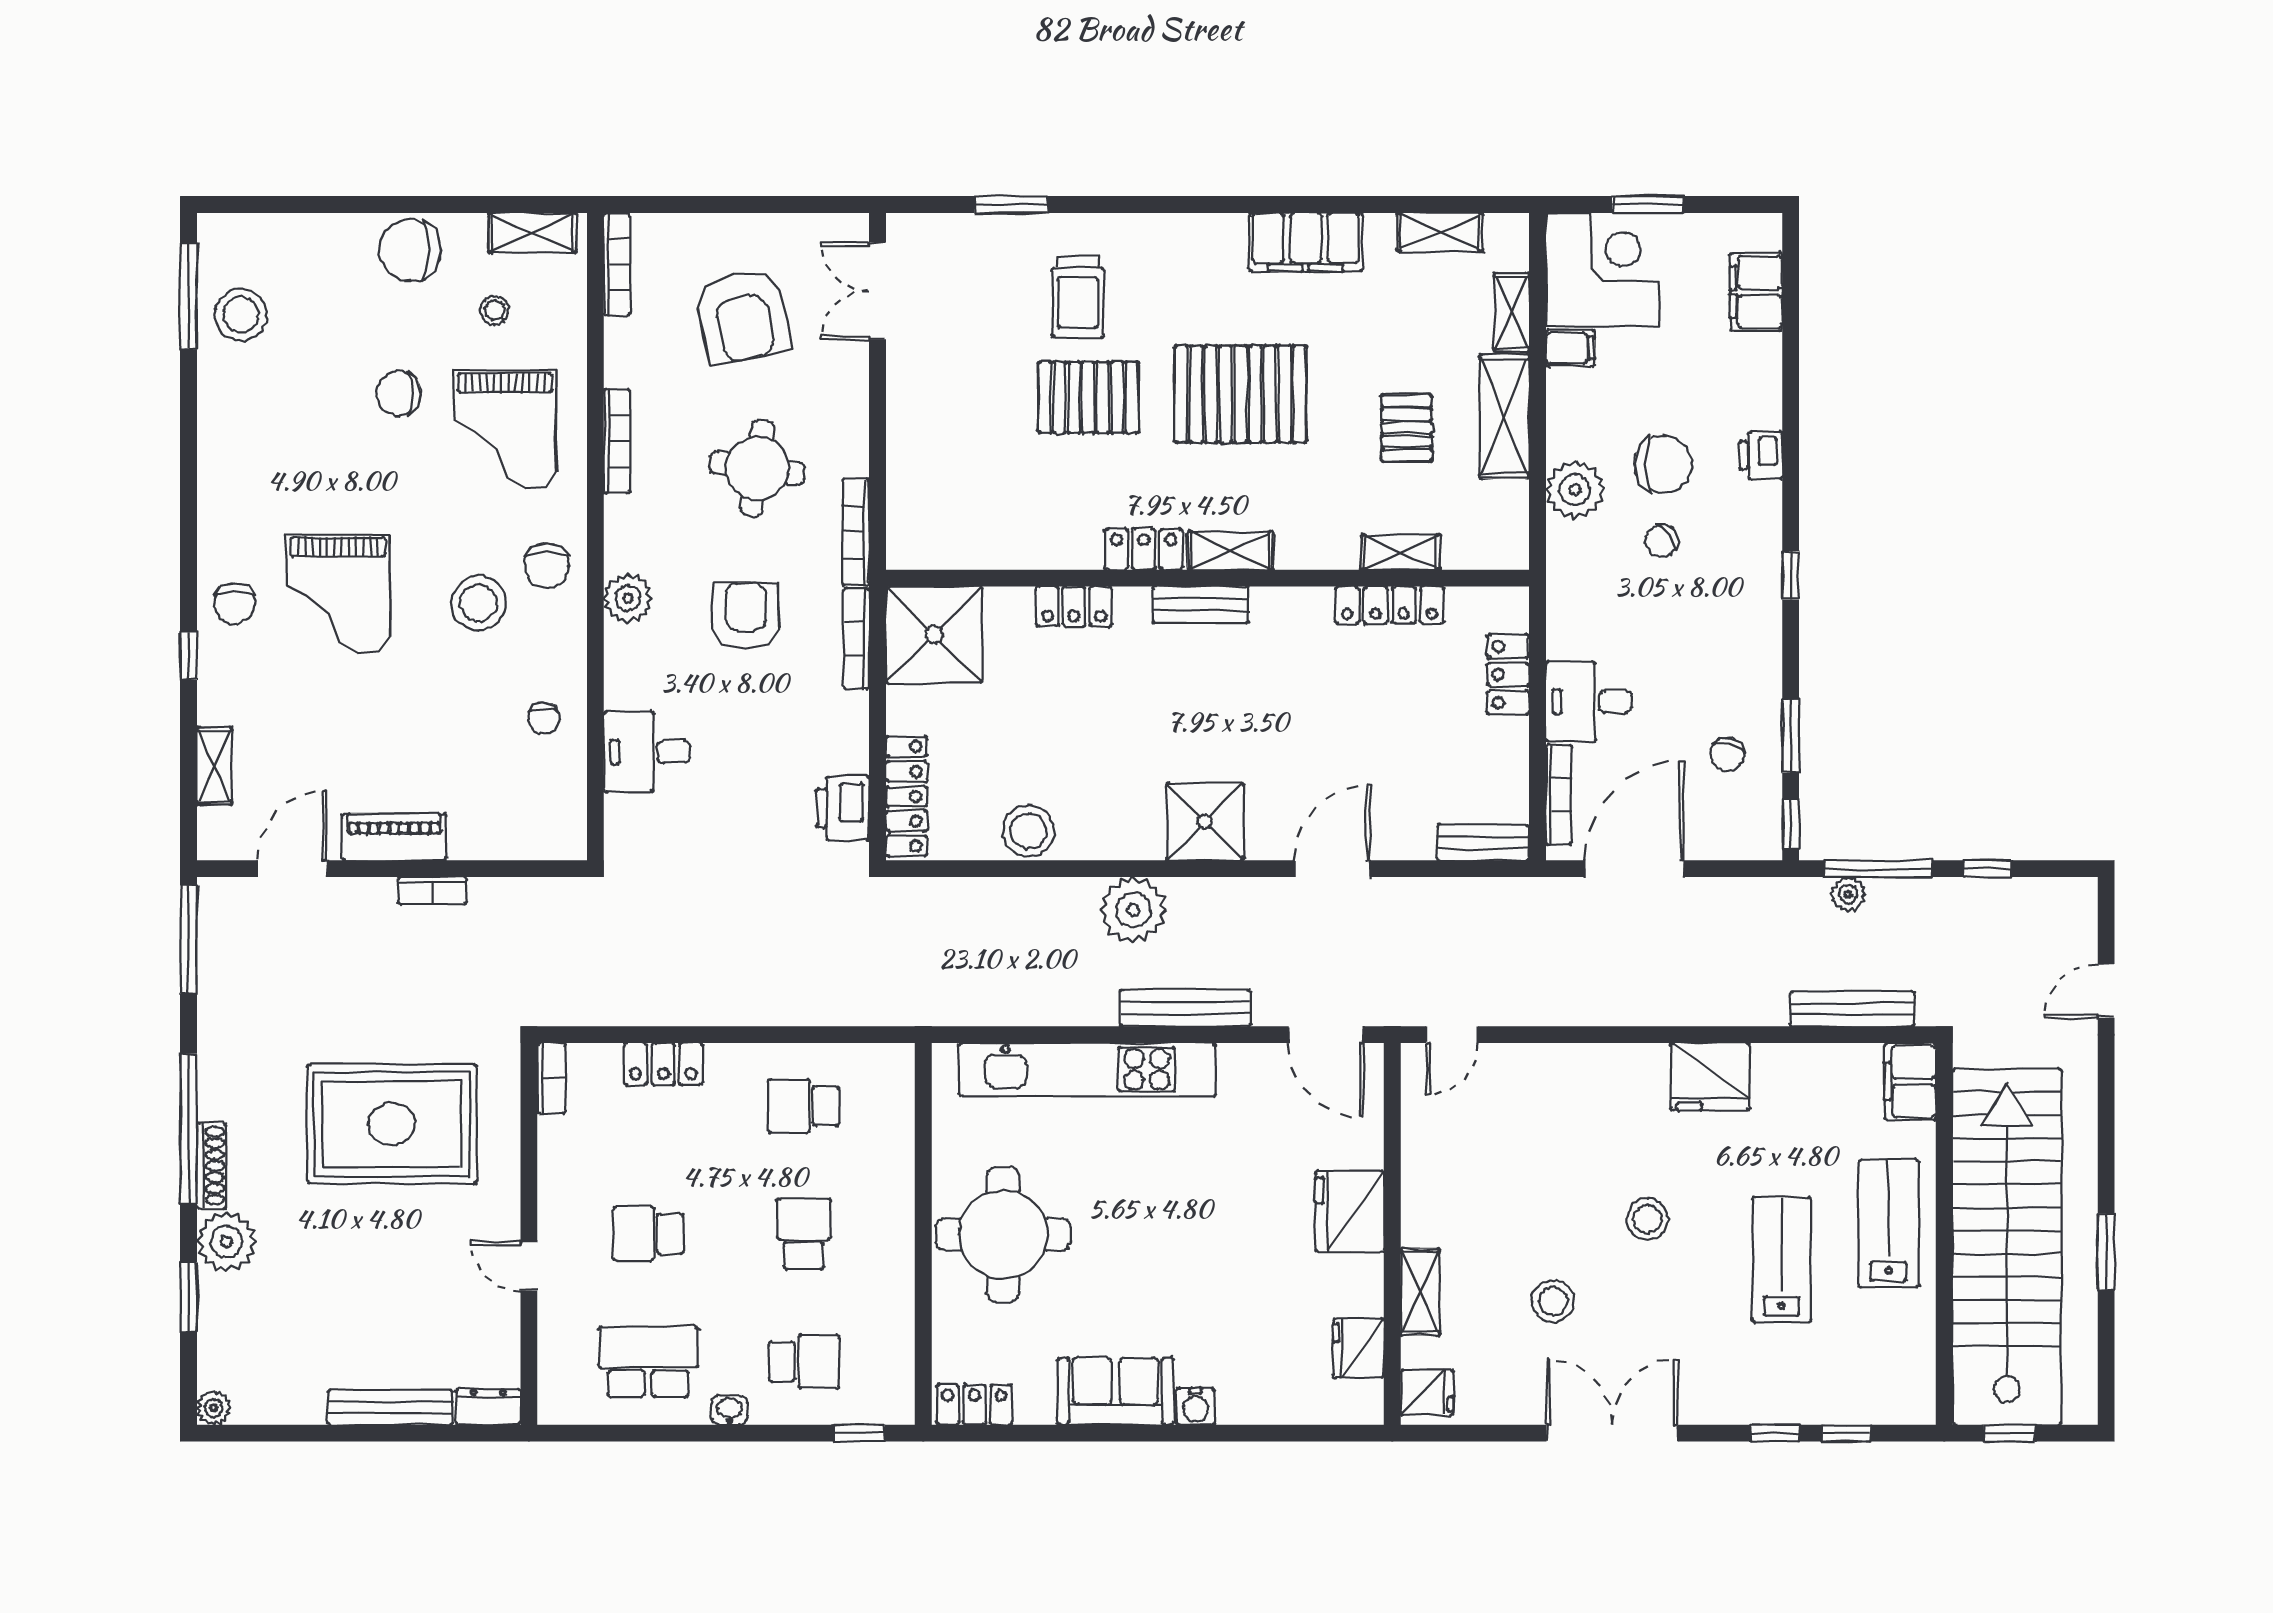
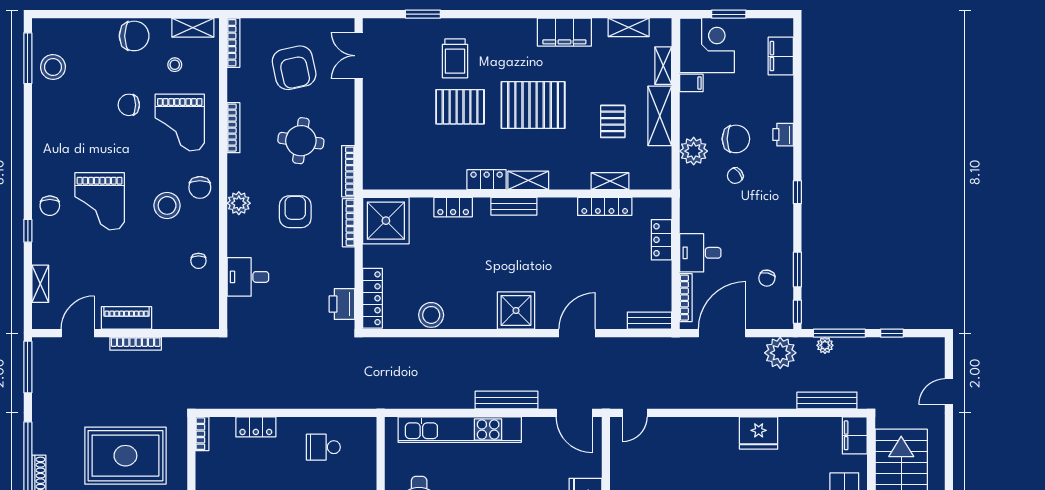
chair: (410, 250) -> (134, 36), turned 180
bookcase: (432, 891) -> (136, 344), width x1.56
plant: (1133, 910) -> (780, 353), moved

